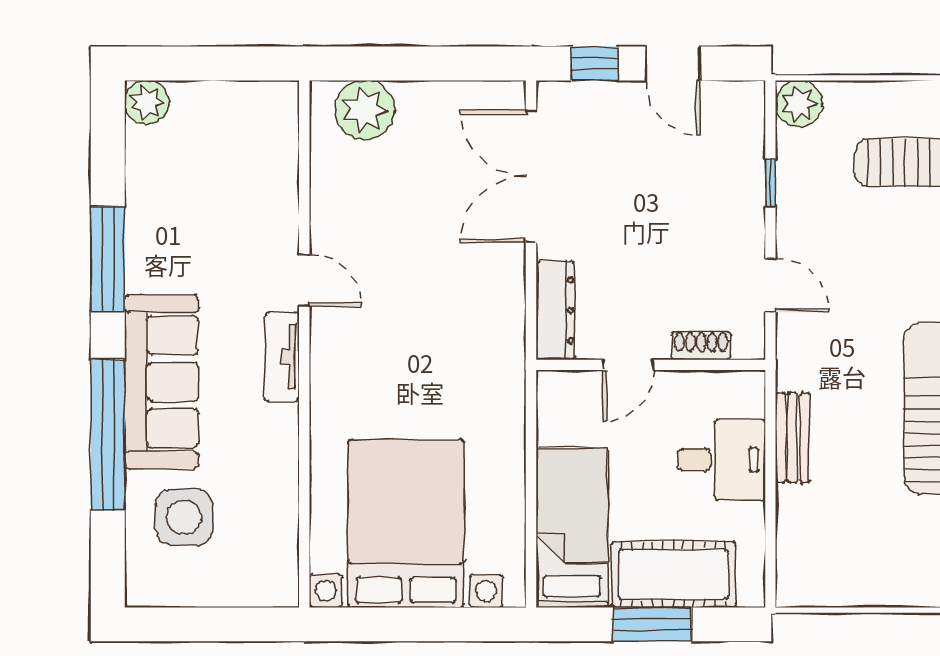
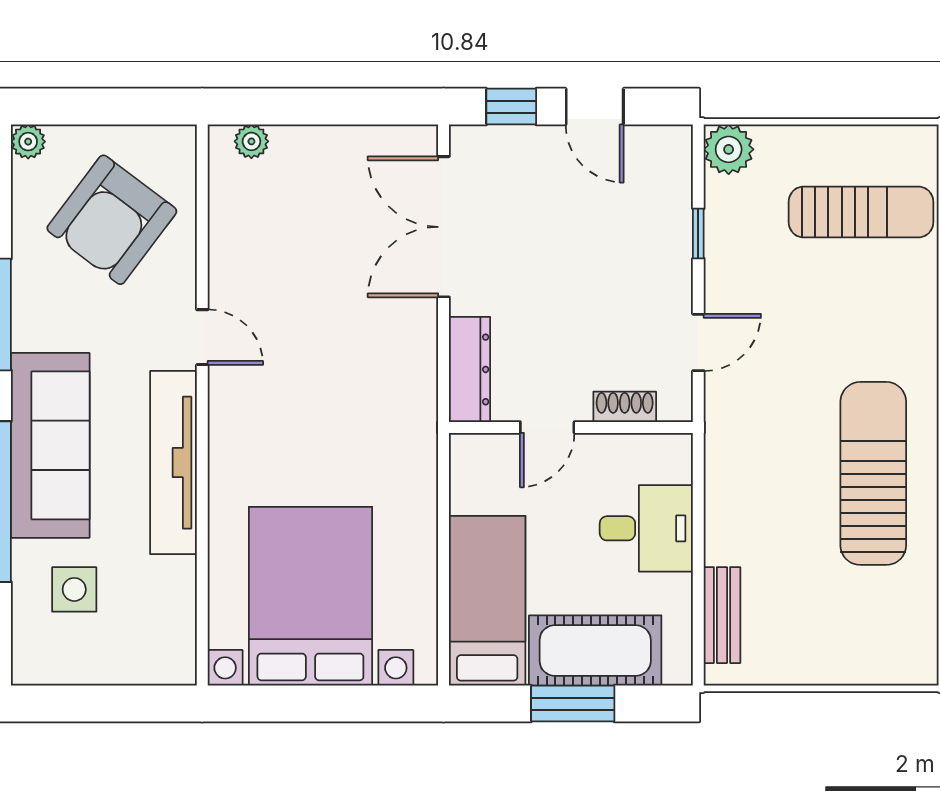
plant: (147, 102) -> (28, 142), width x0.73, depth x0.73
plant: (364, 110) -> (251, 141), width x0.53, depth x0.53
armchair: (219, 170) -> (112, 220), added
door: (770, 285) -> (698, 342), hinge flipped
tv unit: (282, 357) -> (173, 463), width x1.92, depth x1.29
bench: (793, 438) -> (722, 615), moved
side table: (184, 517) -> (74, 589), width x0.73, depth x0.73

